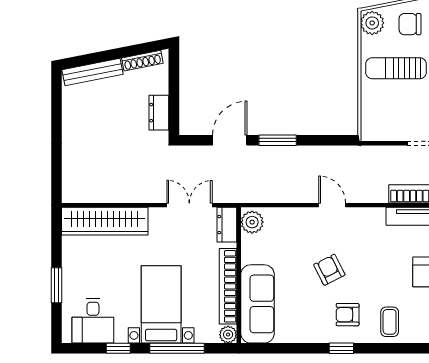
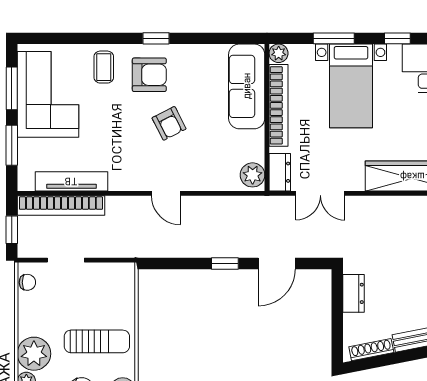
window: (278, 140) -> (225, 264), width x0.67
armchair: (348, 315) -> (149, 75), width x1.38, depth x1.38
window: (177, 348) -> (334, 38), width x0.69

